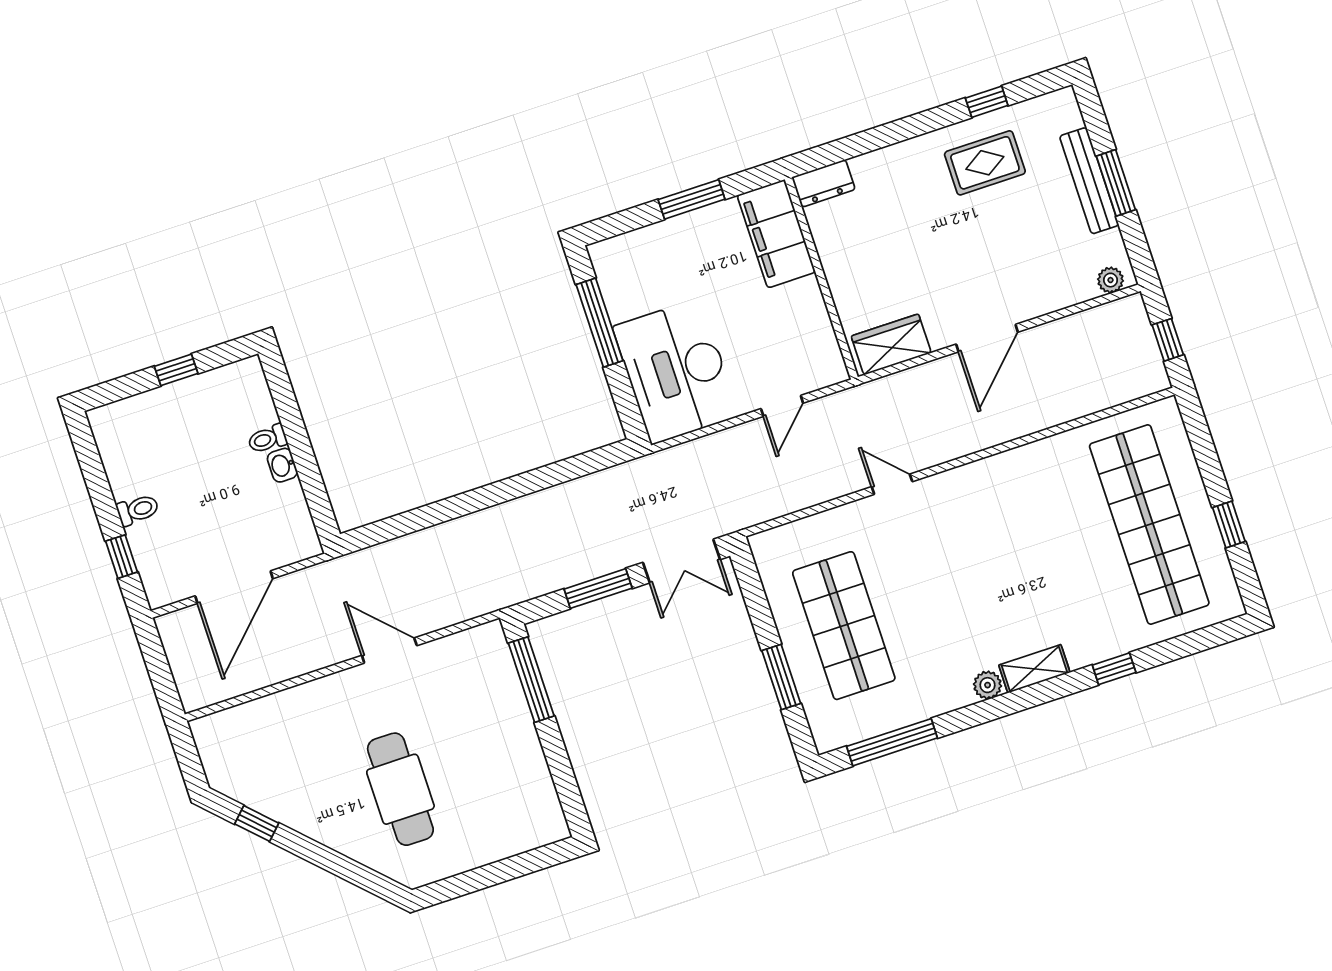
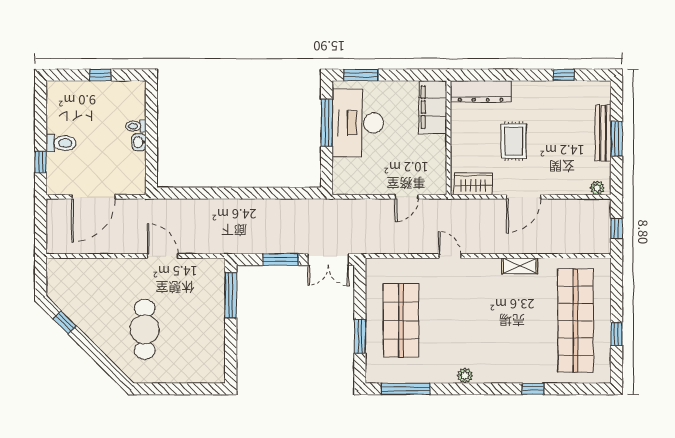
rug: (985, 163) -> (514, 141), moved, turned 90
dresser: (823, 183) -> (481, 91), width x1.96, depth x1.24
window: (692, 199) -> (361, 75), moved
desk: (676, 371) -> (358, 123), moved
toilet: (138, 510) -> (61, 143), width x1.37, depth x1.39
shelving: (1034, 669) -> (520, 266), moved

